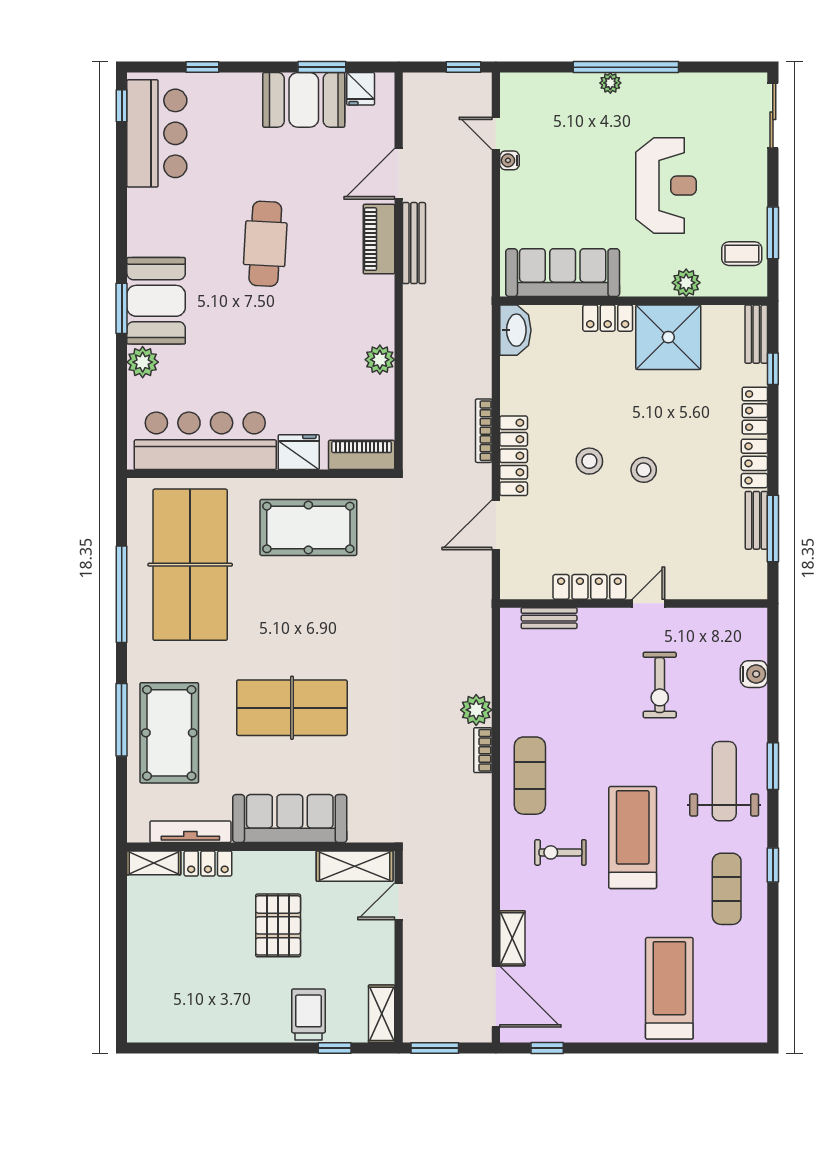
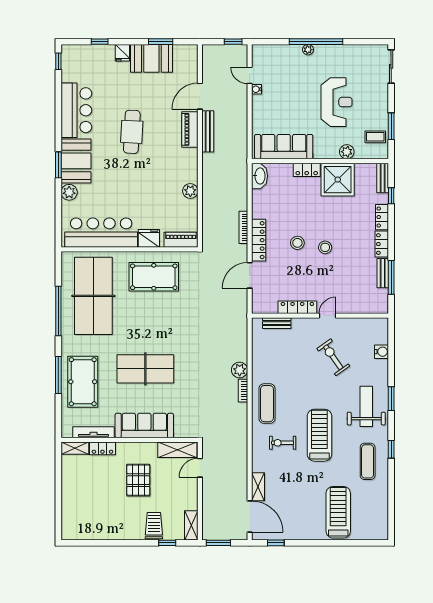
fridge: (361, 89) -> (122, 53), moved
bar counter: (157, 133) -> (76, 110), moved
exercise bike: (660, 685) -> (333, 357), turned 145

